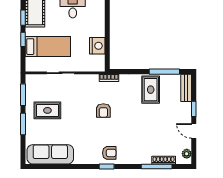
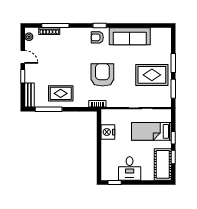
rug: (151, 90) -> (61, 93), turned 90
rug: (47, 110) -> (152, 75), width x1.36, depth x1.43
armchair: (103, 111) -> (102, 75), width x1.88, depth x1.88
sofa: (50, 154) -> (130, 36), moved

